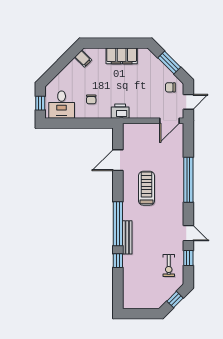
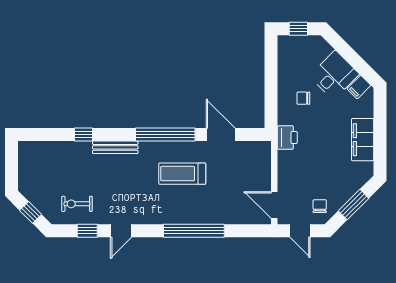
desk: (62, 105) -> (334, 75), moved, turned 135
treadmill: (147, 188) -> (182, 174), turned 180
window: (118, 224) -> (165, 135), moved

